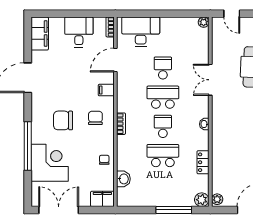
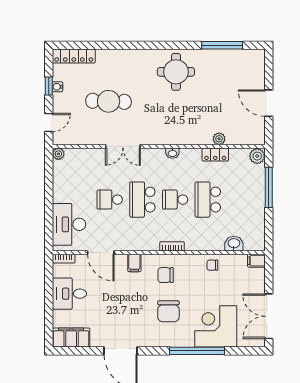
filing cabinet: (102, 199) -> (256, 261), width x0.50
plant: (217, 199) -> (219, 139), moved

